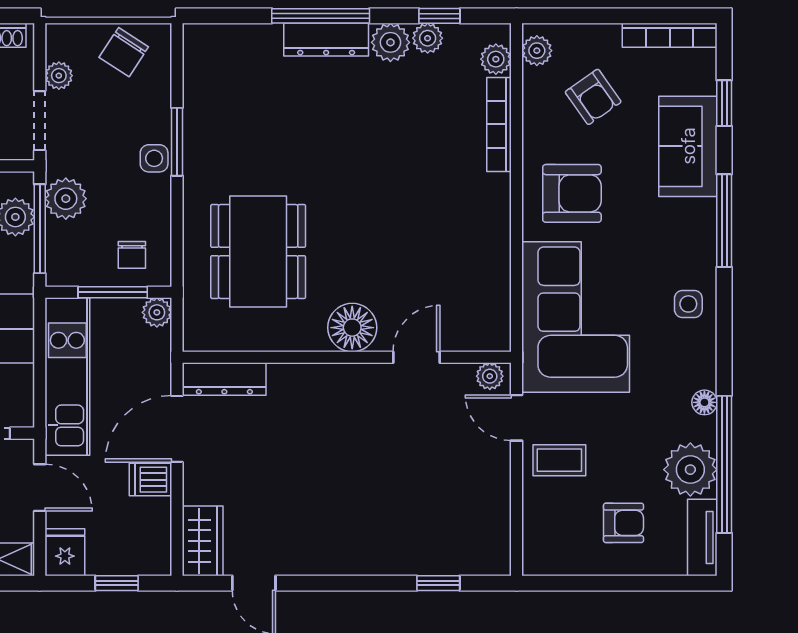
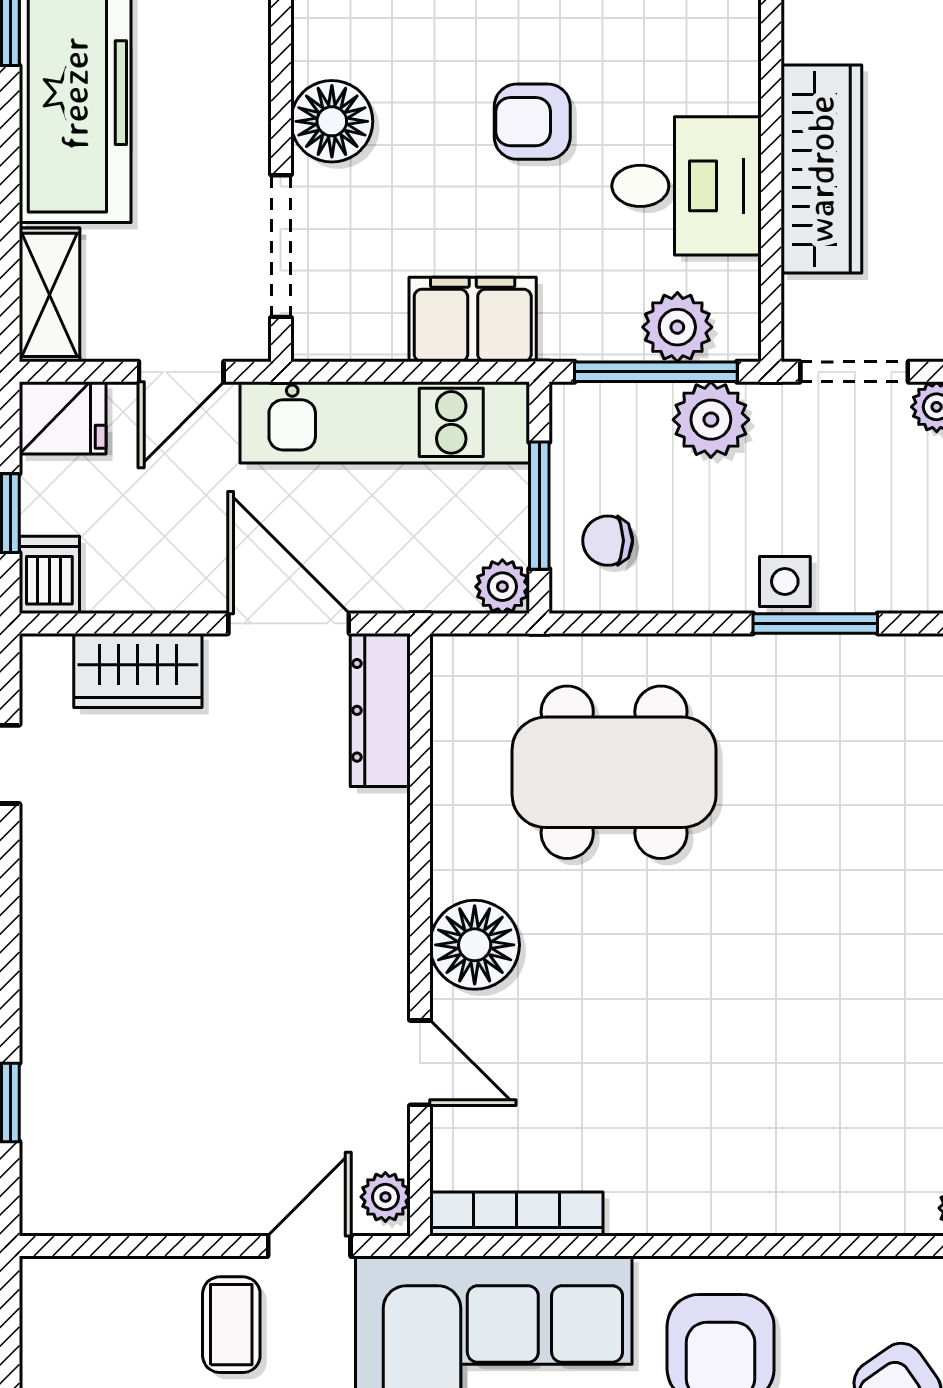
bookcase: (499, 124) -> (516, 1214), moved
dishwasher: (150, 480) -> (49, 575), moved
wardrobe: (203, 541) -> (138, 671), moved

